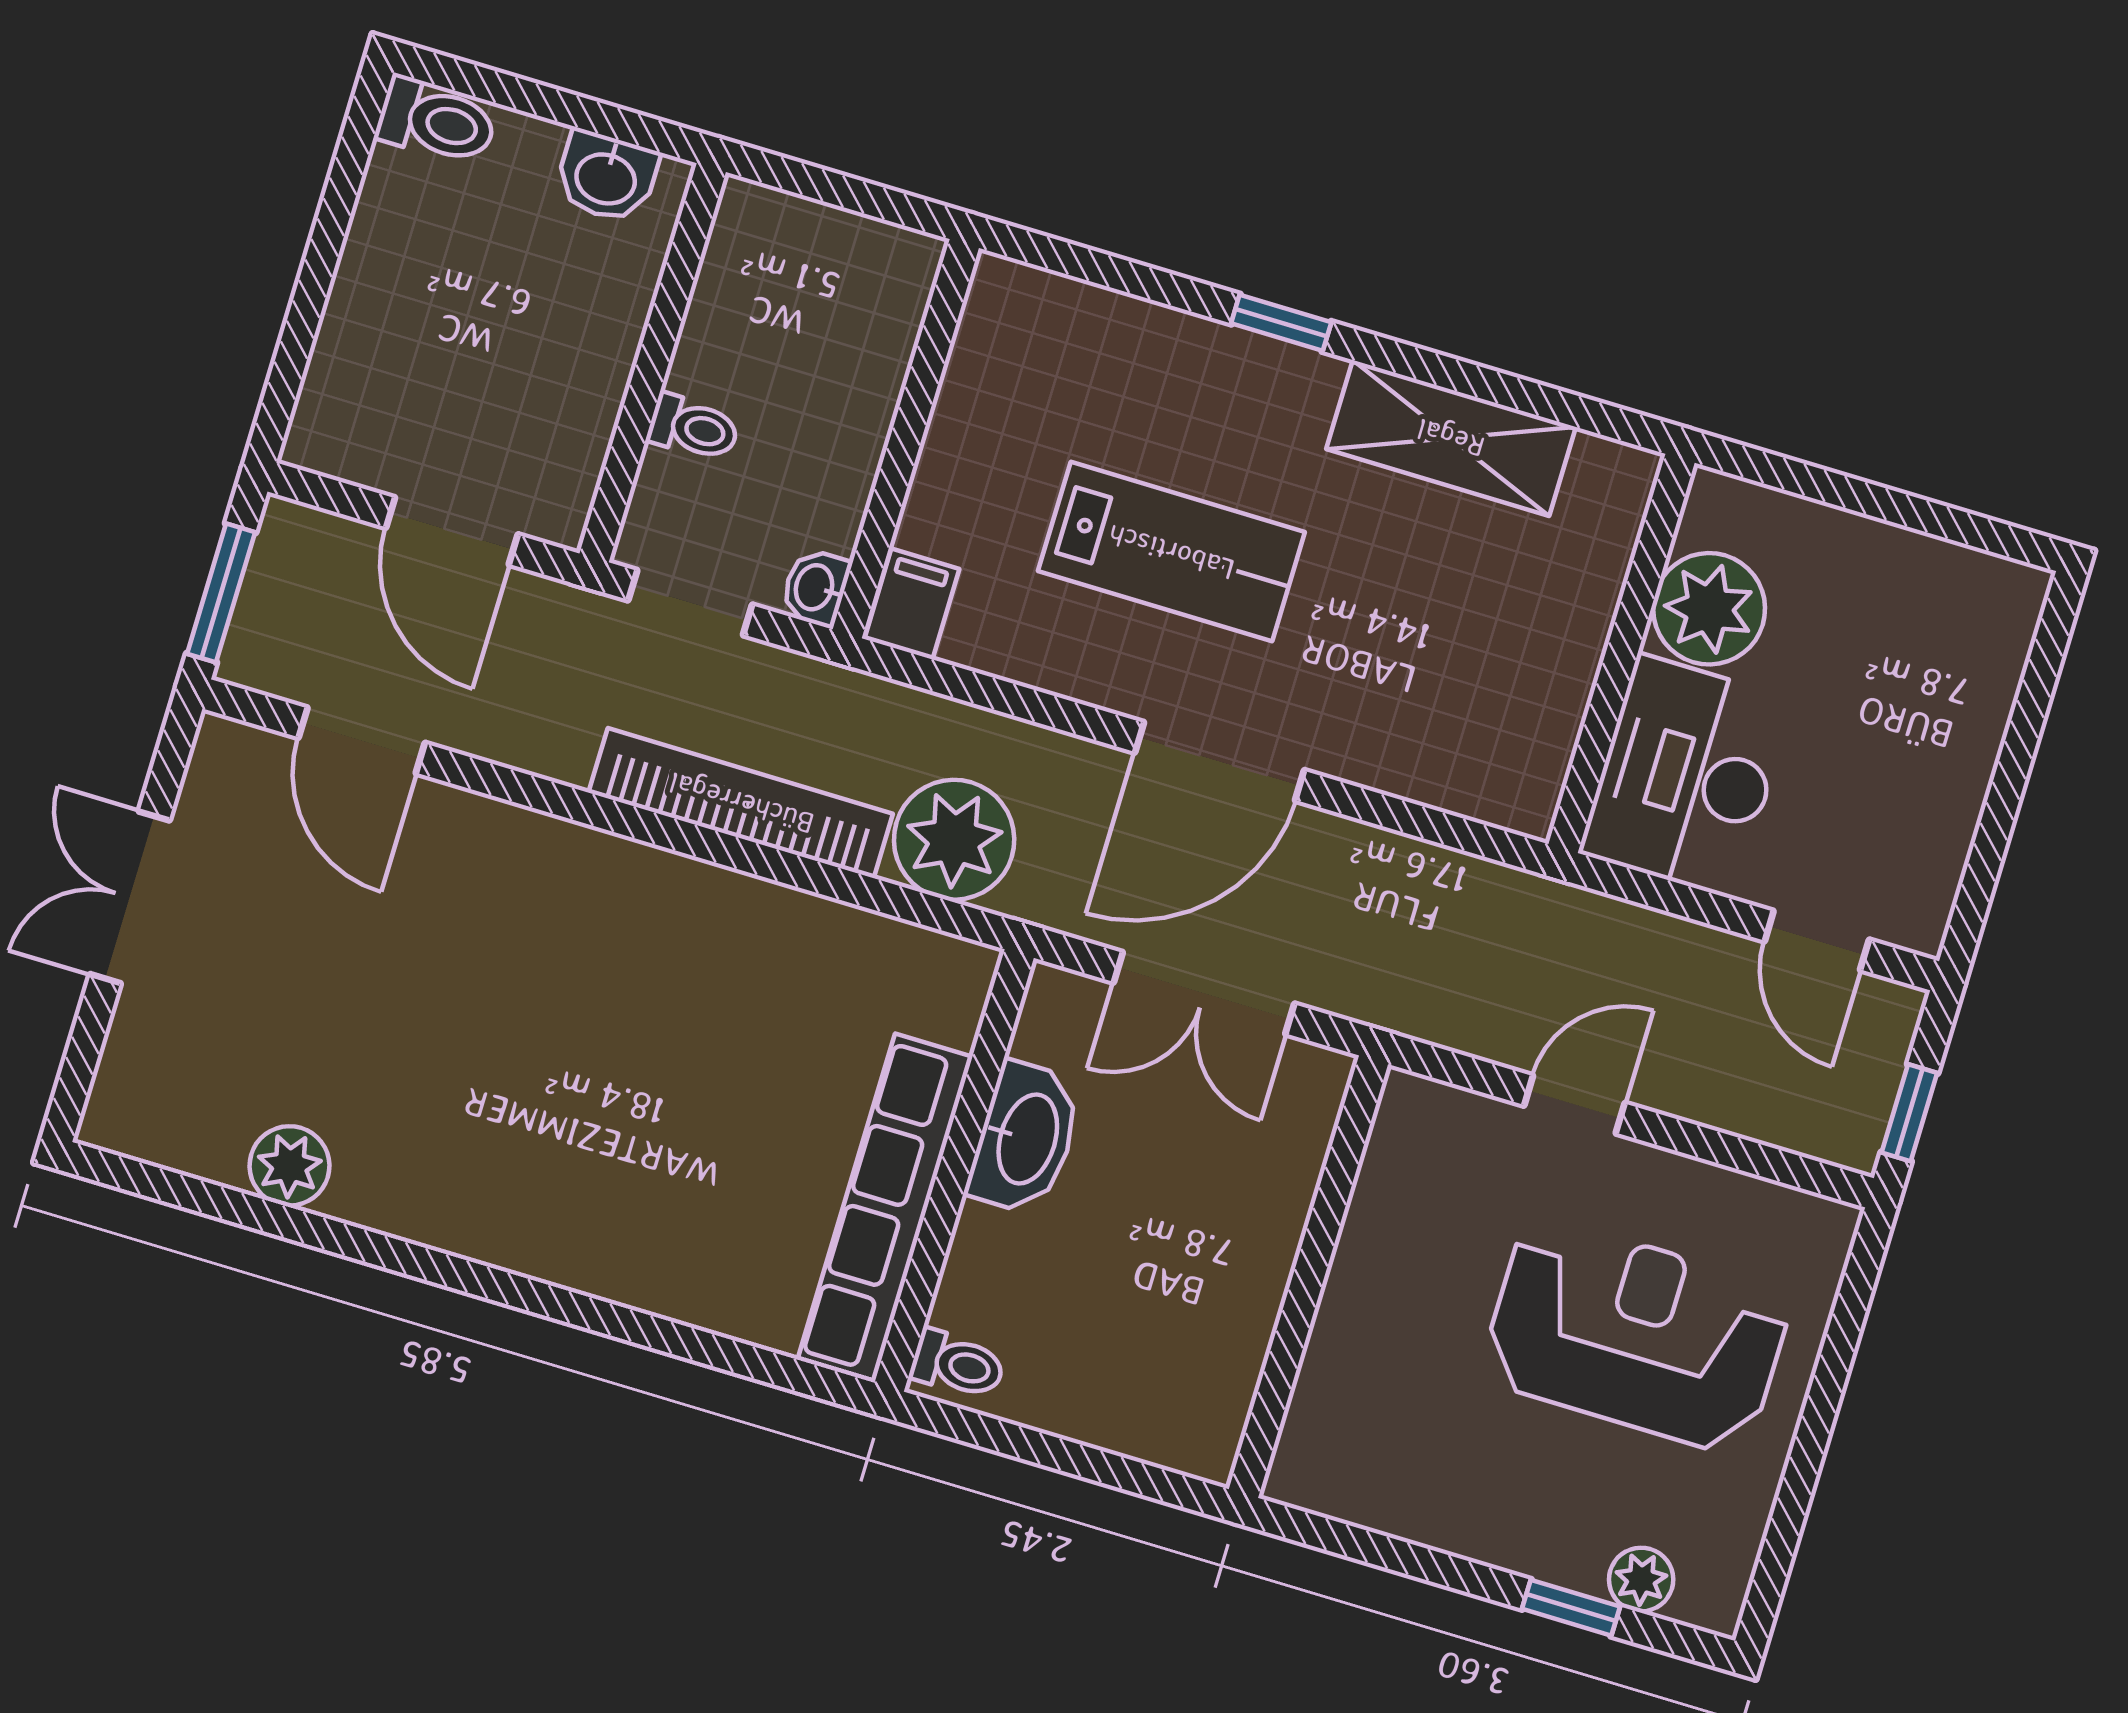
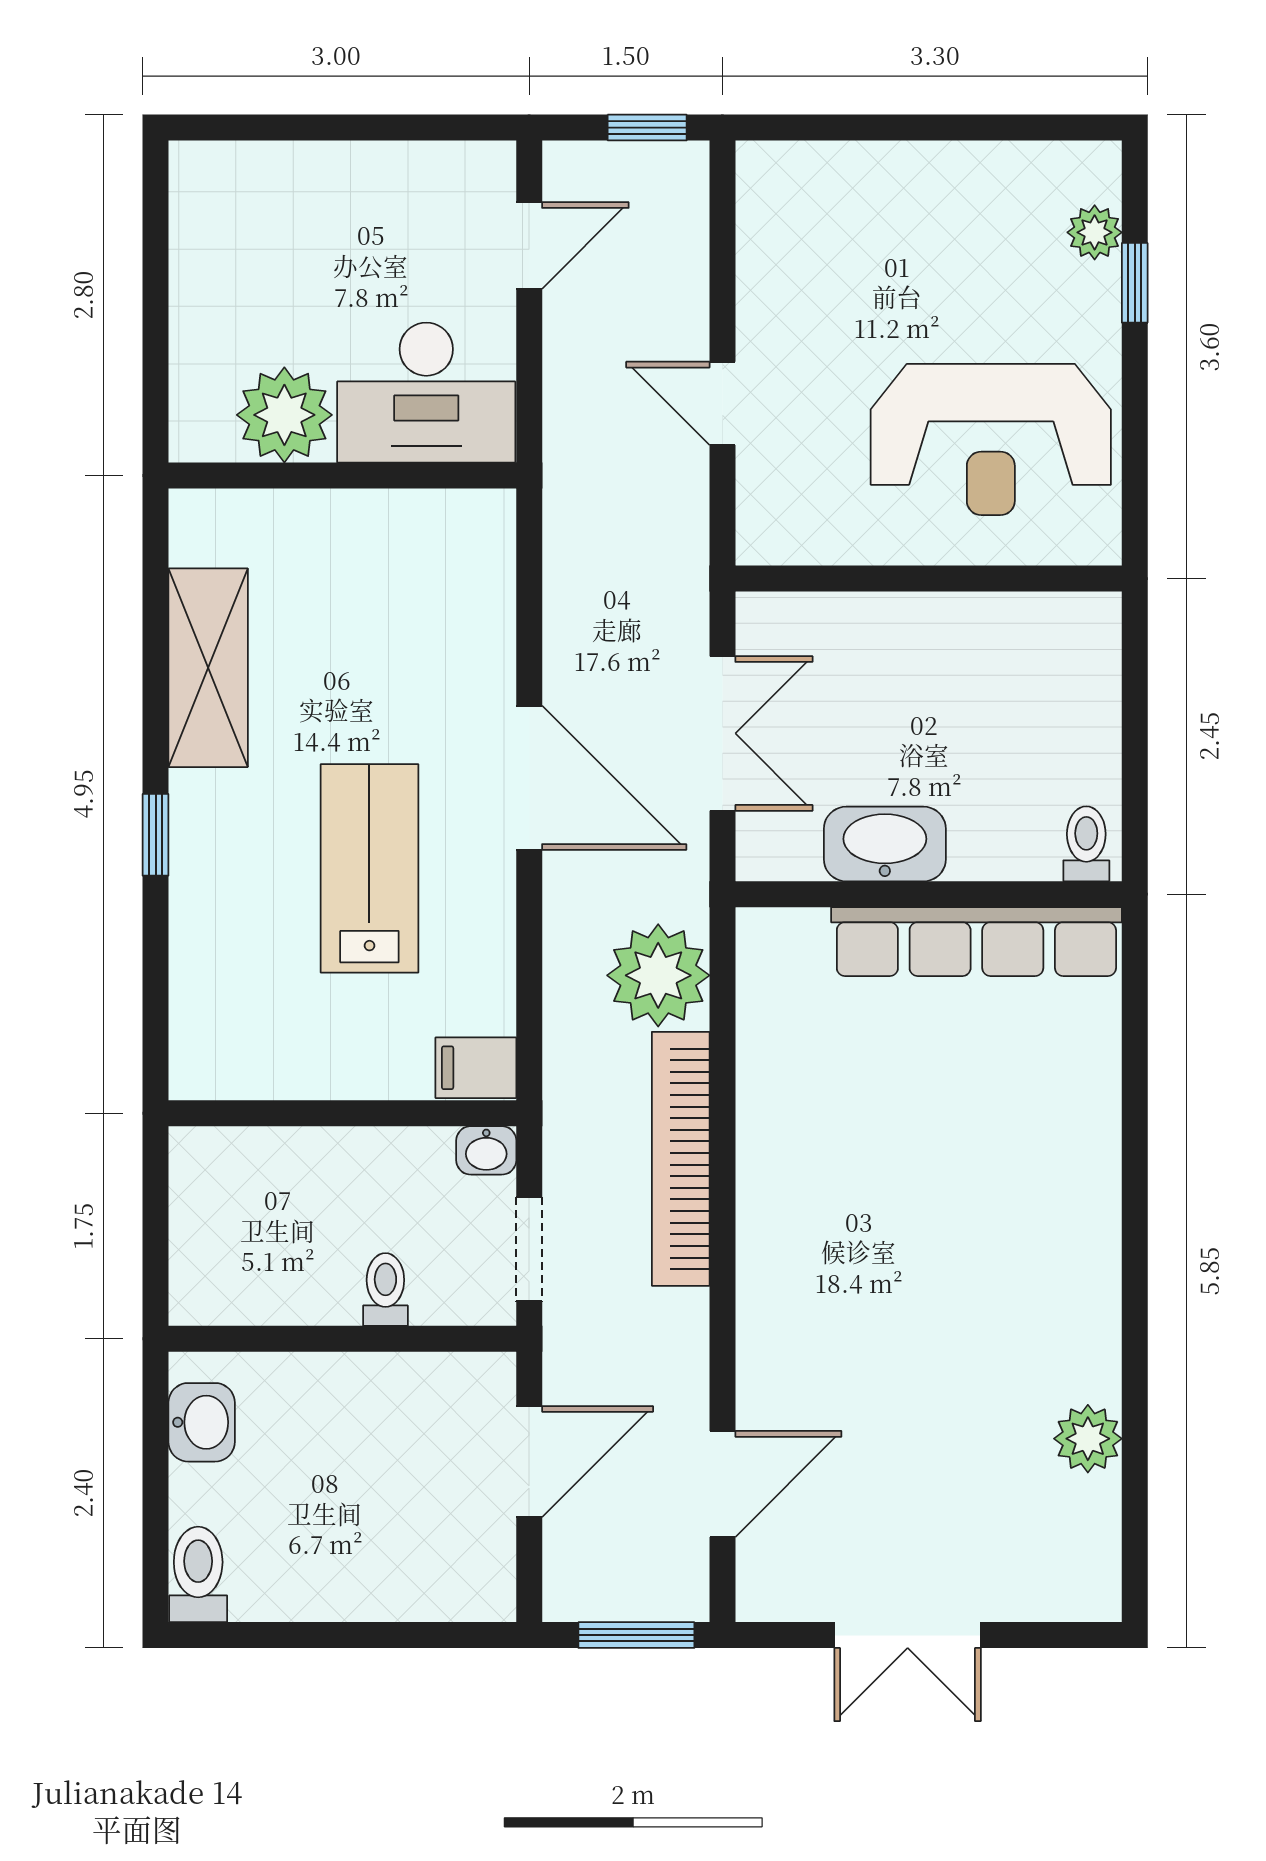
reception desk: (1636, 1335) -> (991, 440), moved, turned -90

